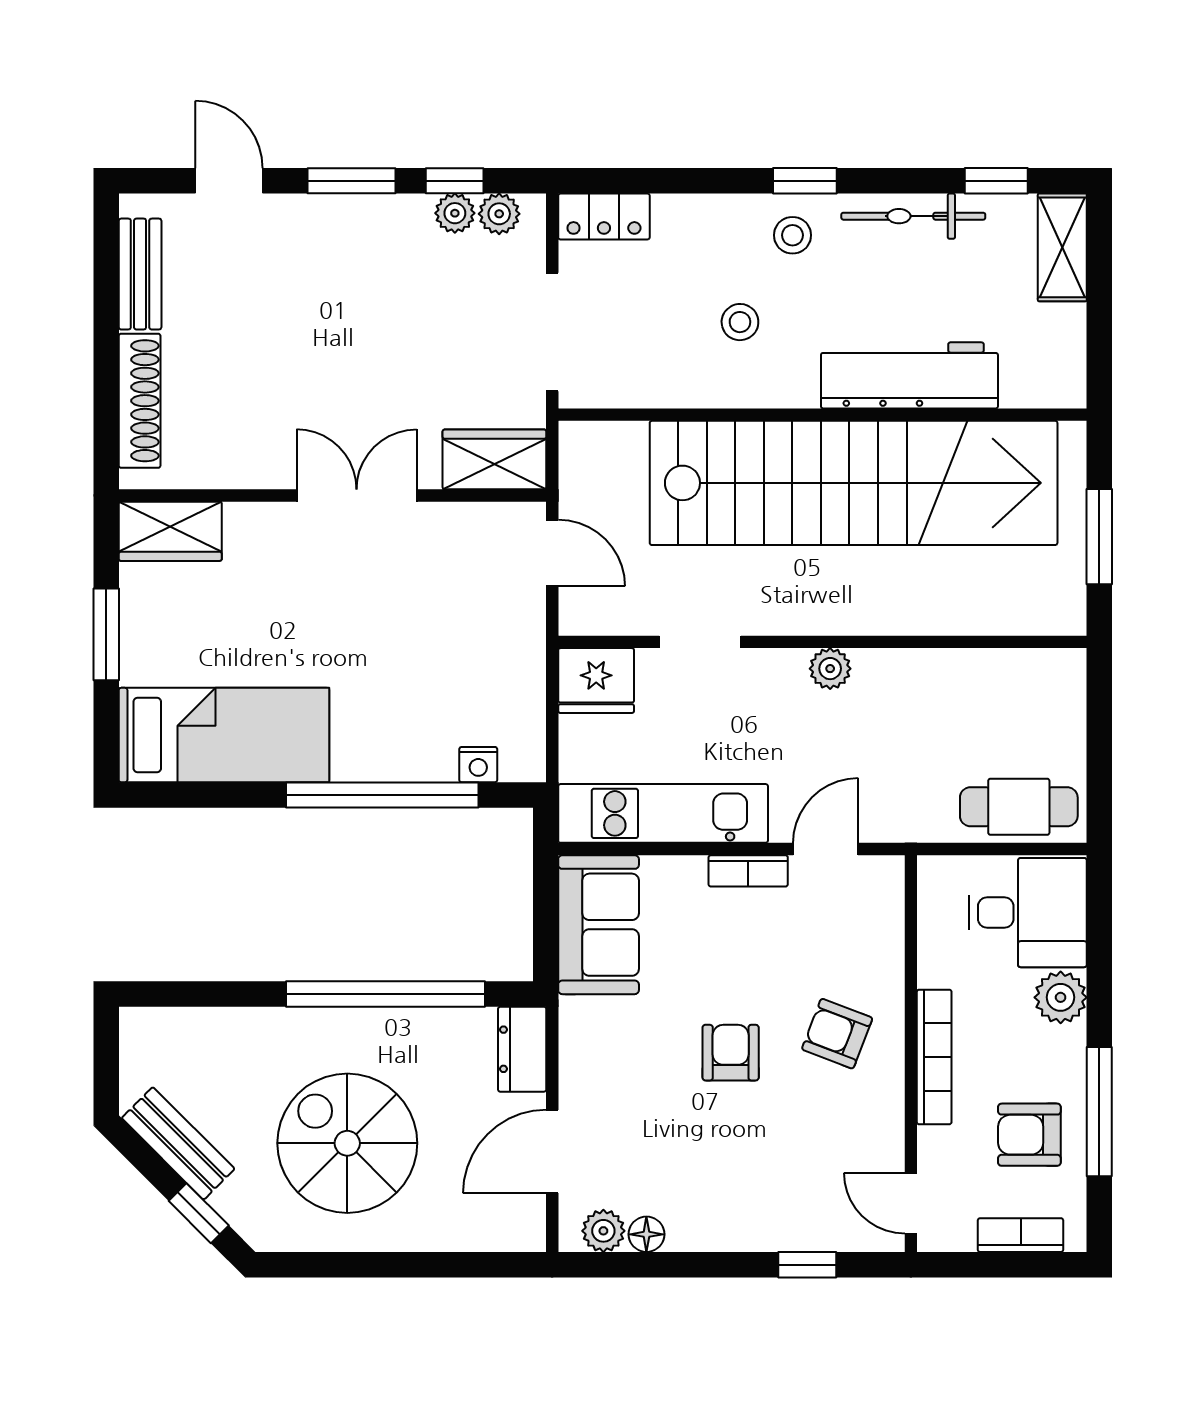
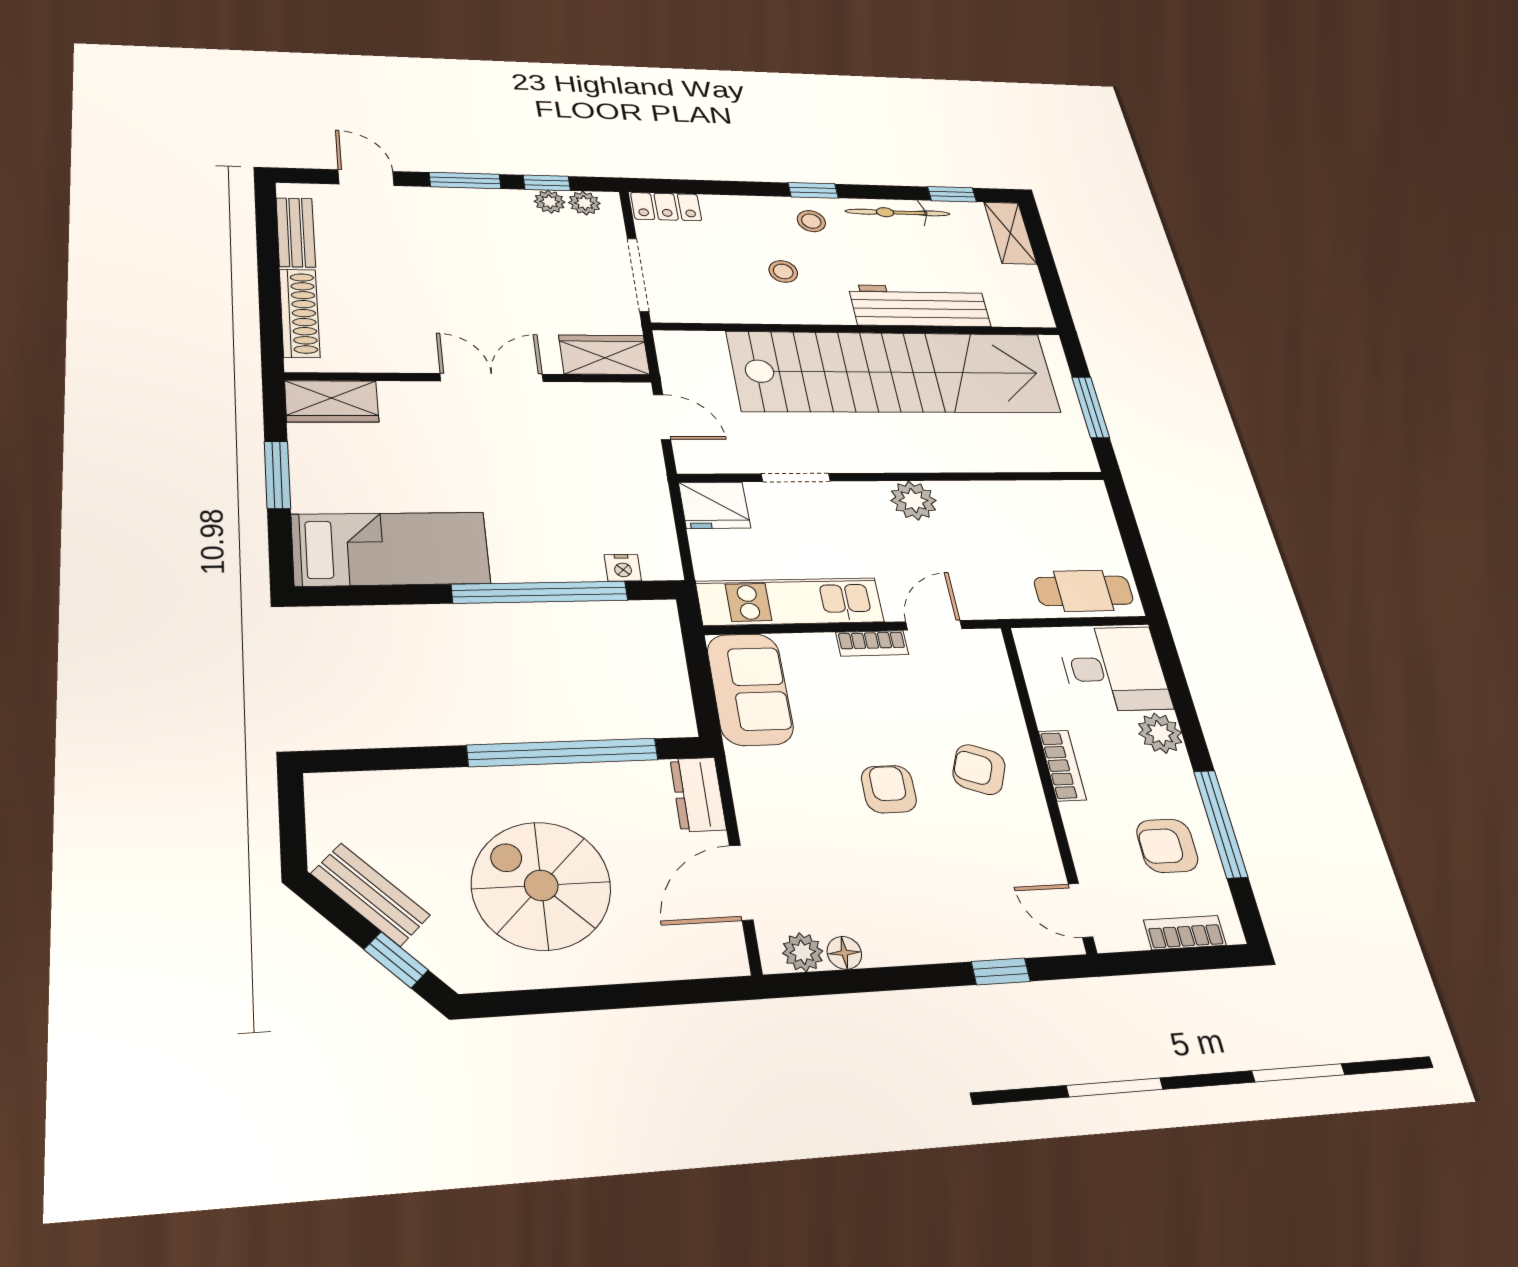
plant: (830, 669) -> (913, 501), width x1.38, depth x1.38
bookcase: (934, 1057) -> (1062, 765), width x0.64

